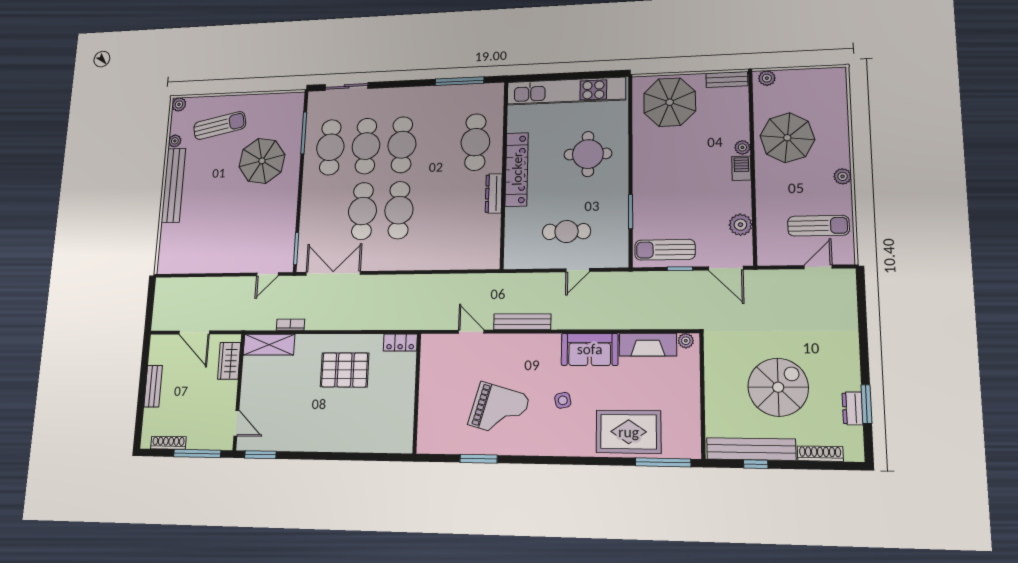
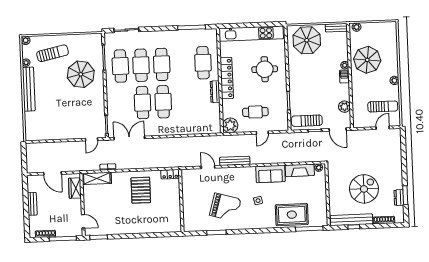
plant: (518, 255) -> (230, 125), added
pallet: (345, 370) -> (141, 190), turned 90

